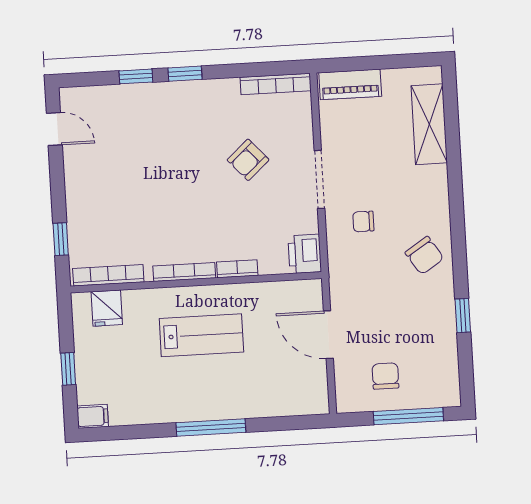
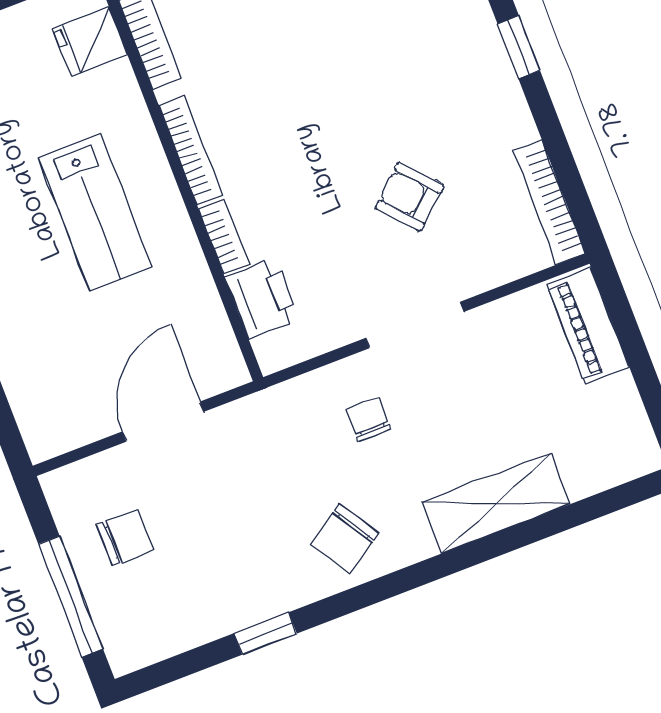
shelving: (429, 124) -> (496, 503), moved
printer: (305, 254) -> (262, 298), moved, turned 90

